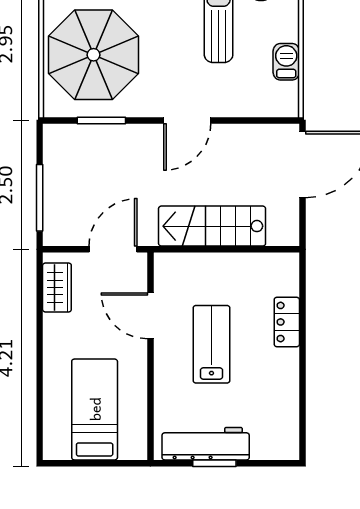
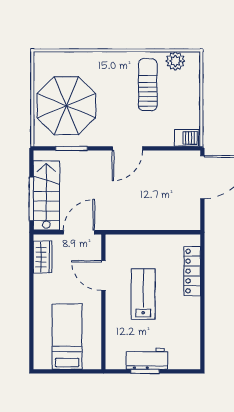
barbecue: (286, 62) -> (186, 138), moved, turned 90
stairs: (212, 226) -> (46, 196), moved, turned 90
locker: (287, 322) -> (192, 271), width x1.53
workbench: (206, 444) -> (147, 359), width x0.73

